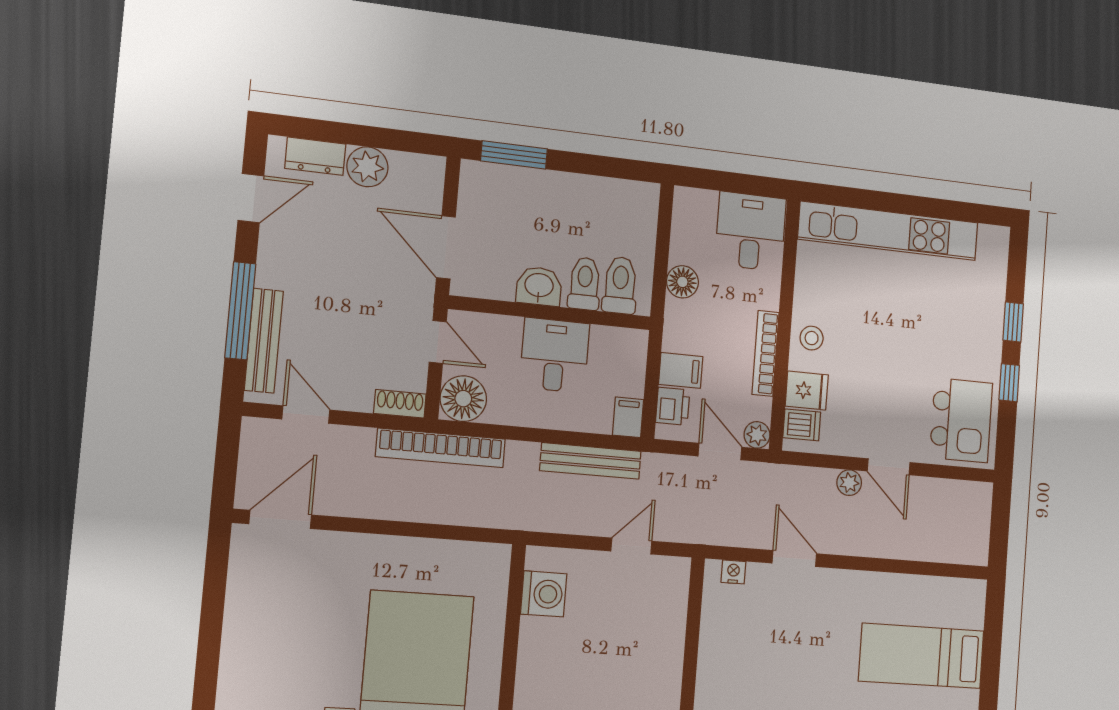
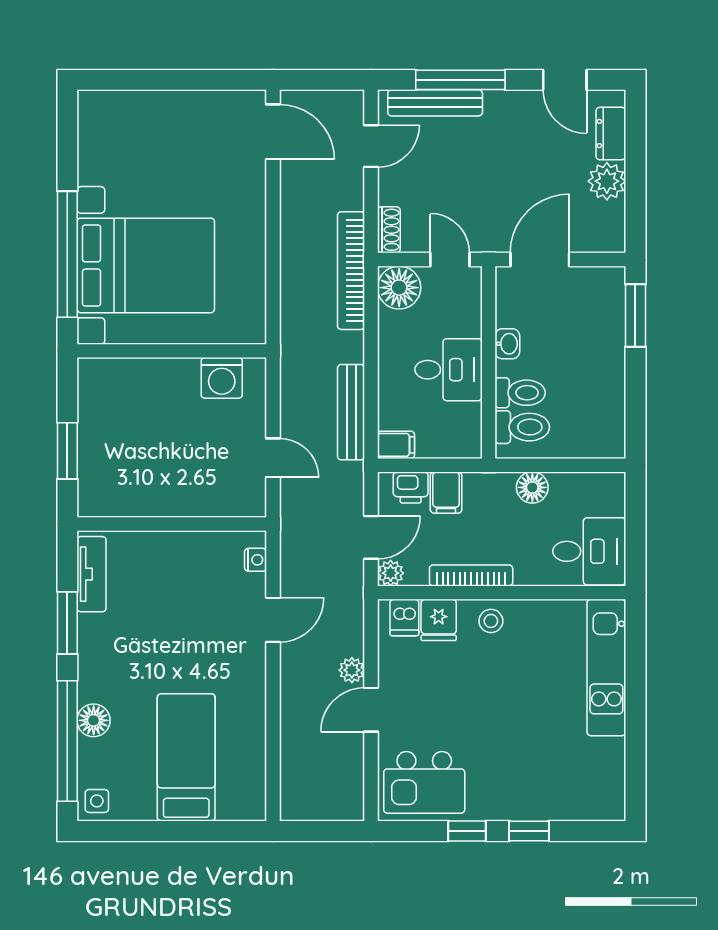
kitchen unit: (889, 231) -> (606, 667), width x0.73
washbasin: (539, 286) -> (507, 344), width x0.72, depth x0.69
door: (438, 342) -> (450, 260), swing flipped

